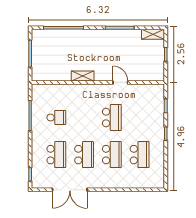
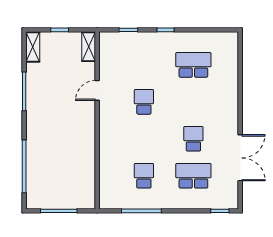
shelving: (83, 76) -> (89, 47), moved
school desk: (112, 118) -> (144, 102), width x0.54
school desk: (84, 155) -> (193, 139), width x0.54
school desk: (112, 155) -> (193, 102), removed

